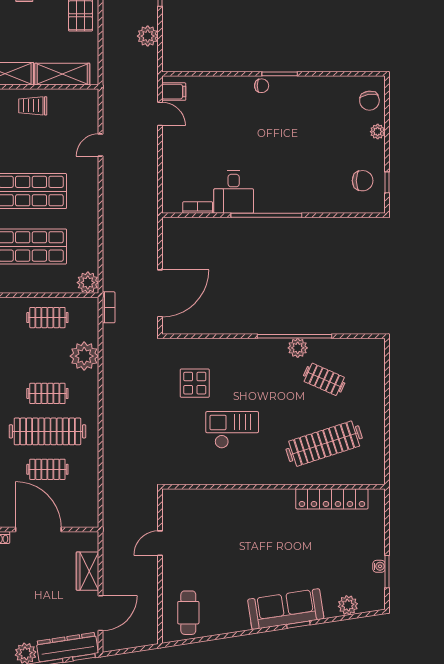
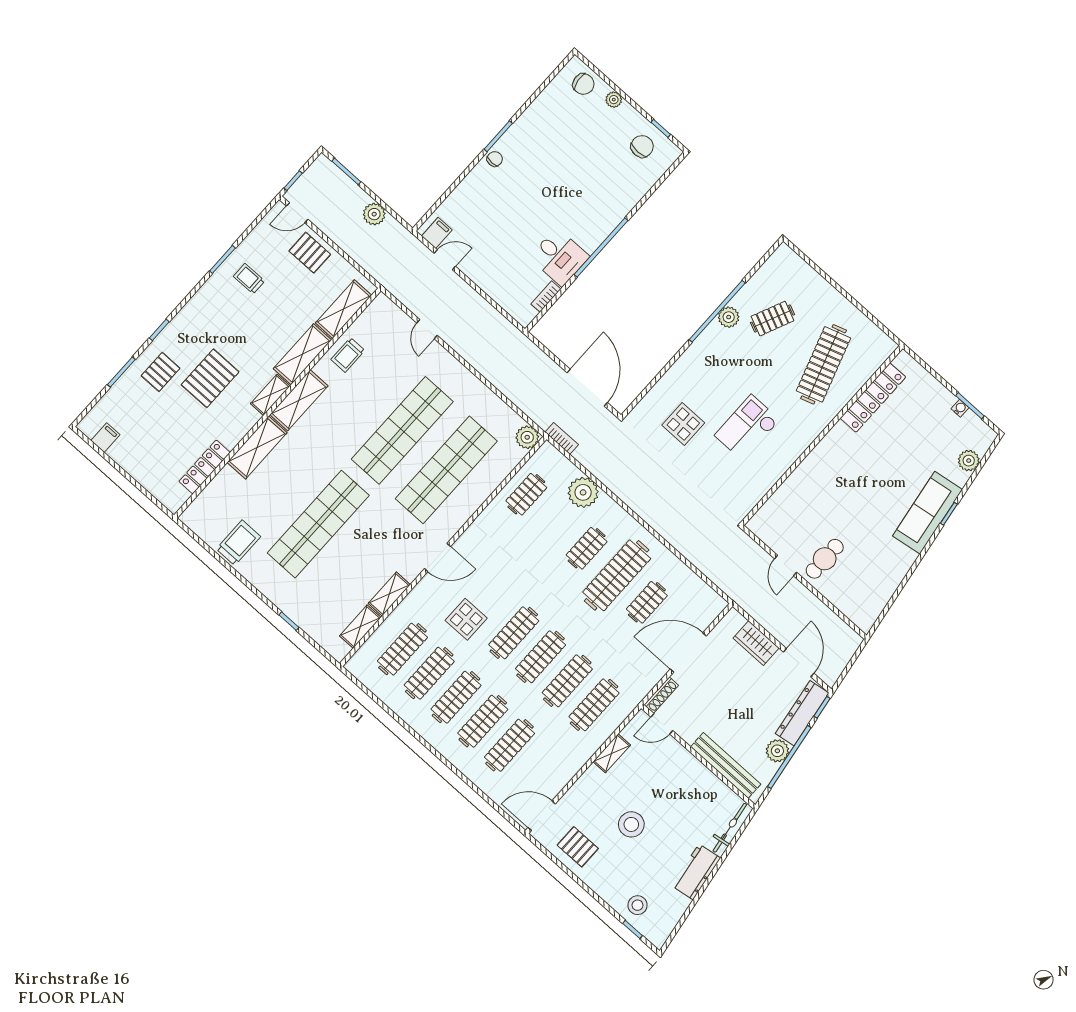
cafe table: (188, 613) -> (825, 559), moved, turned 90

